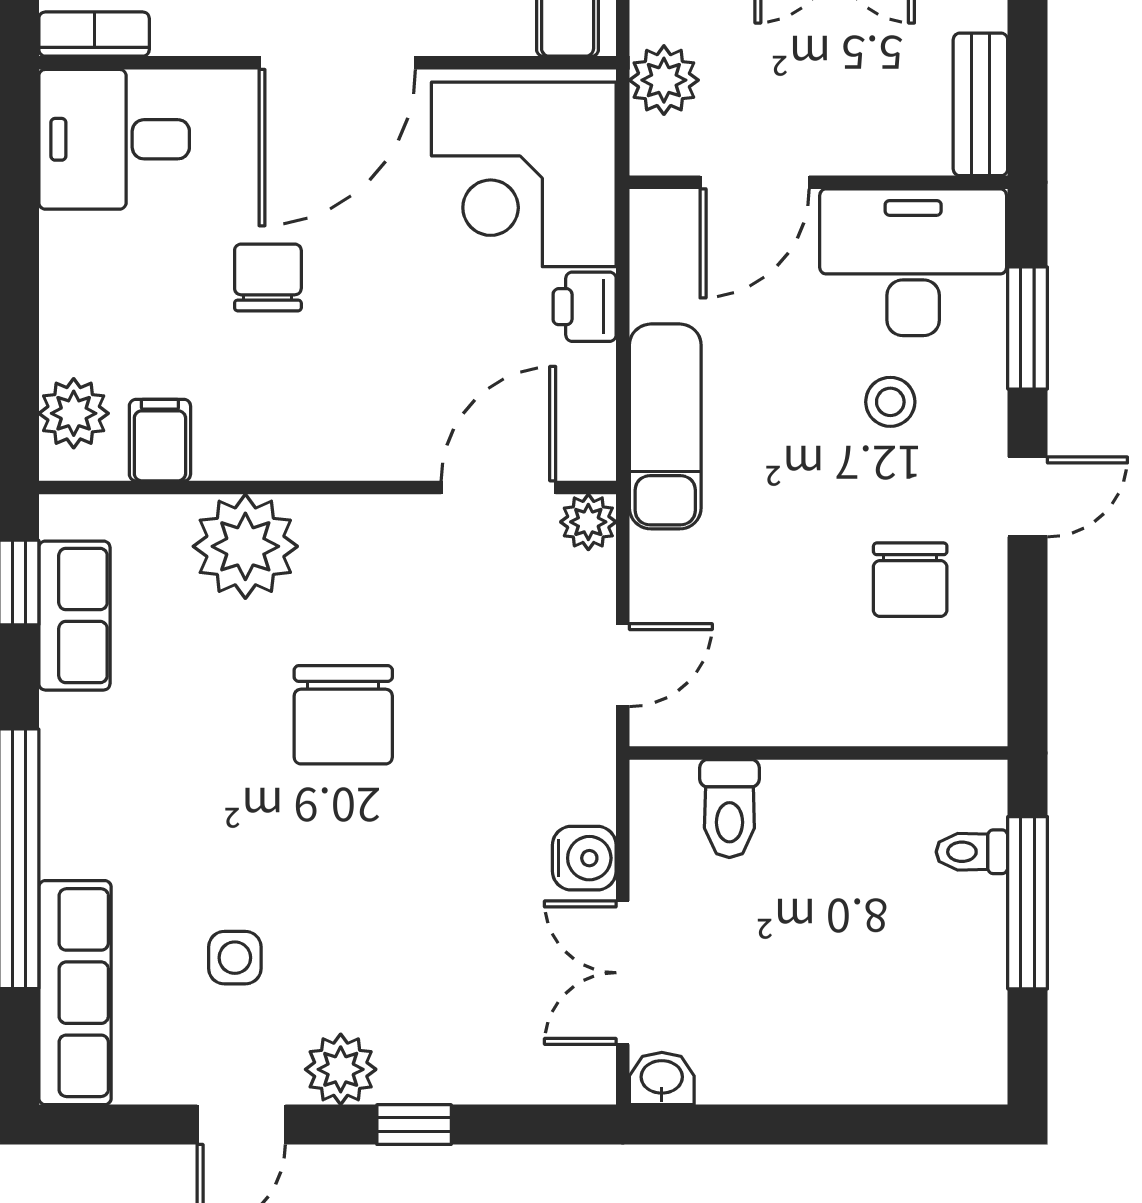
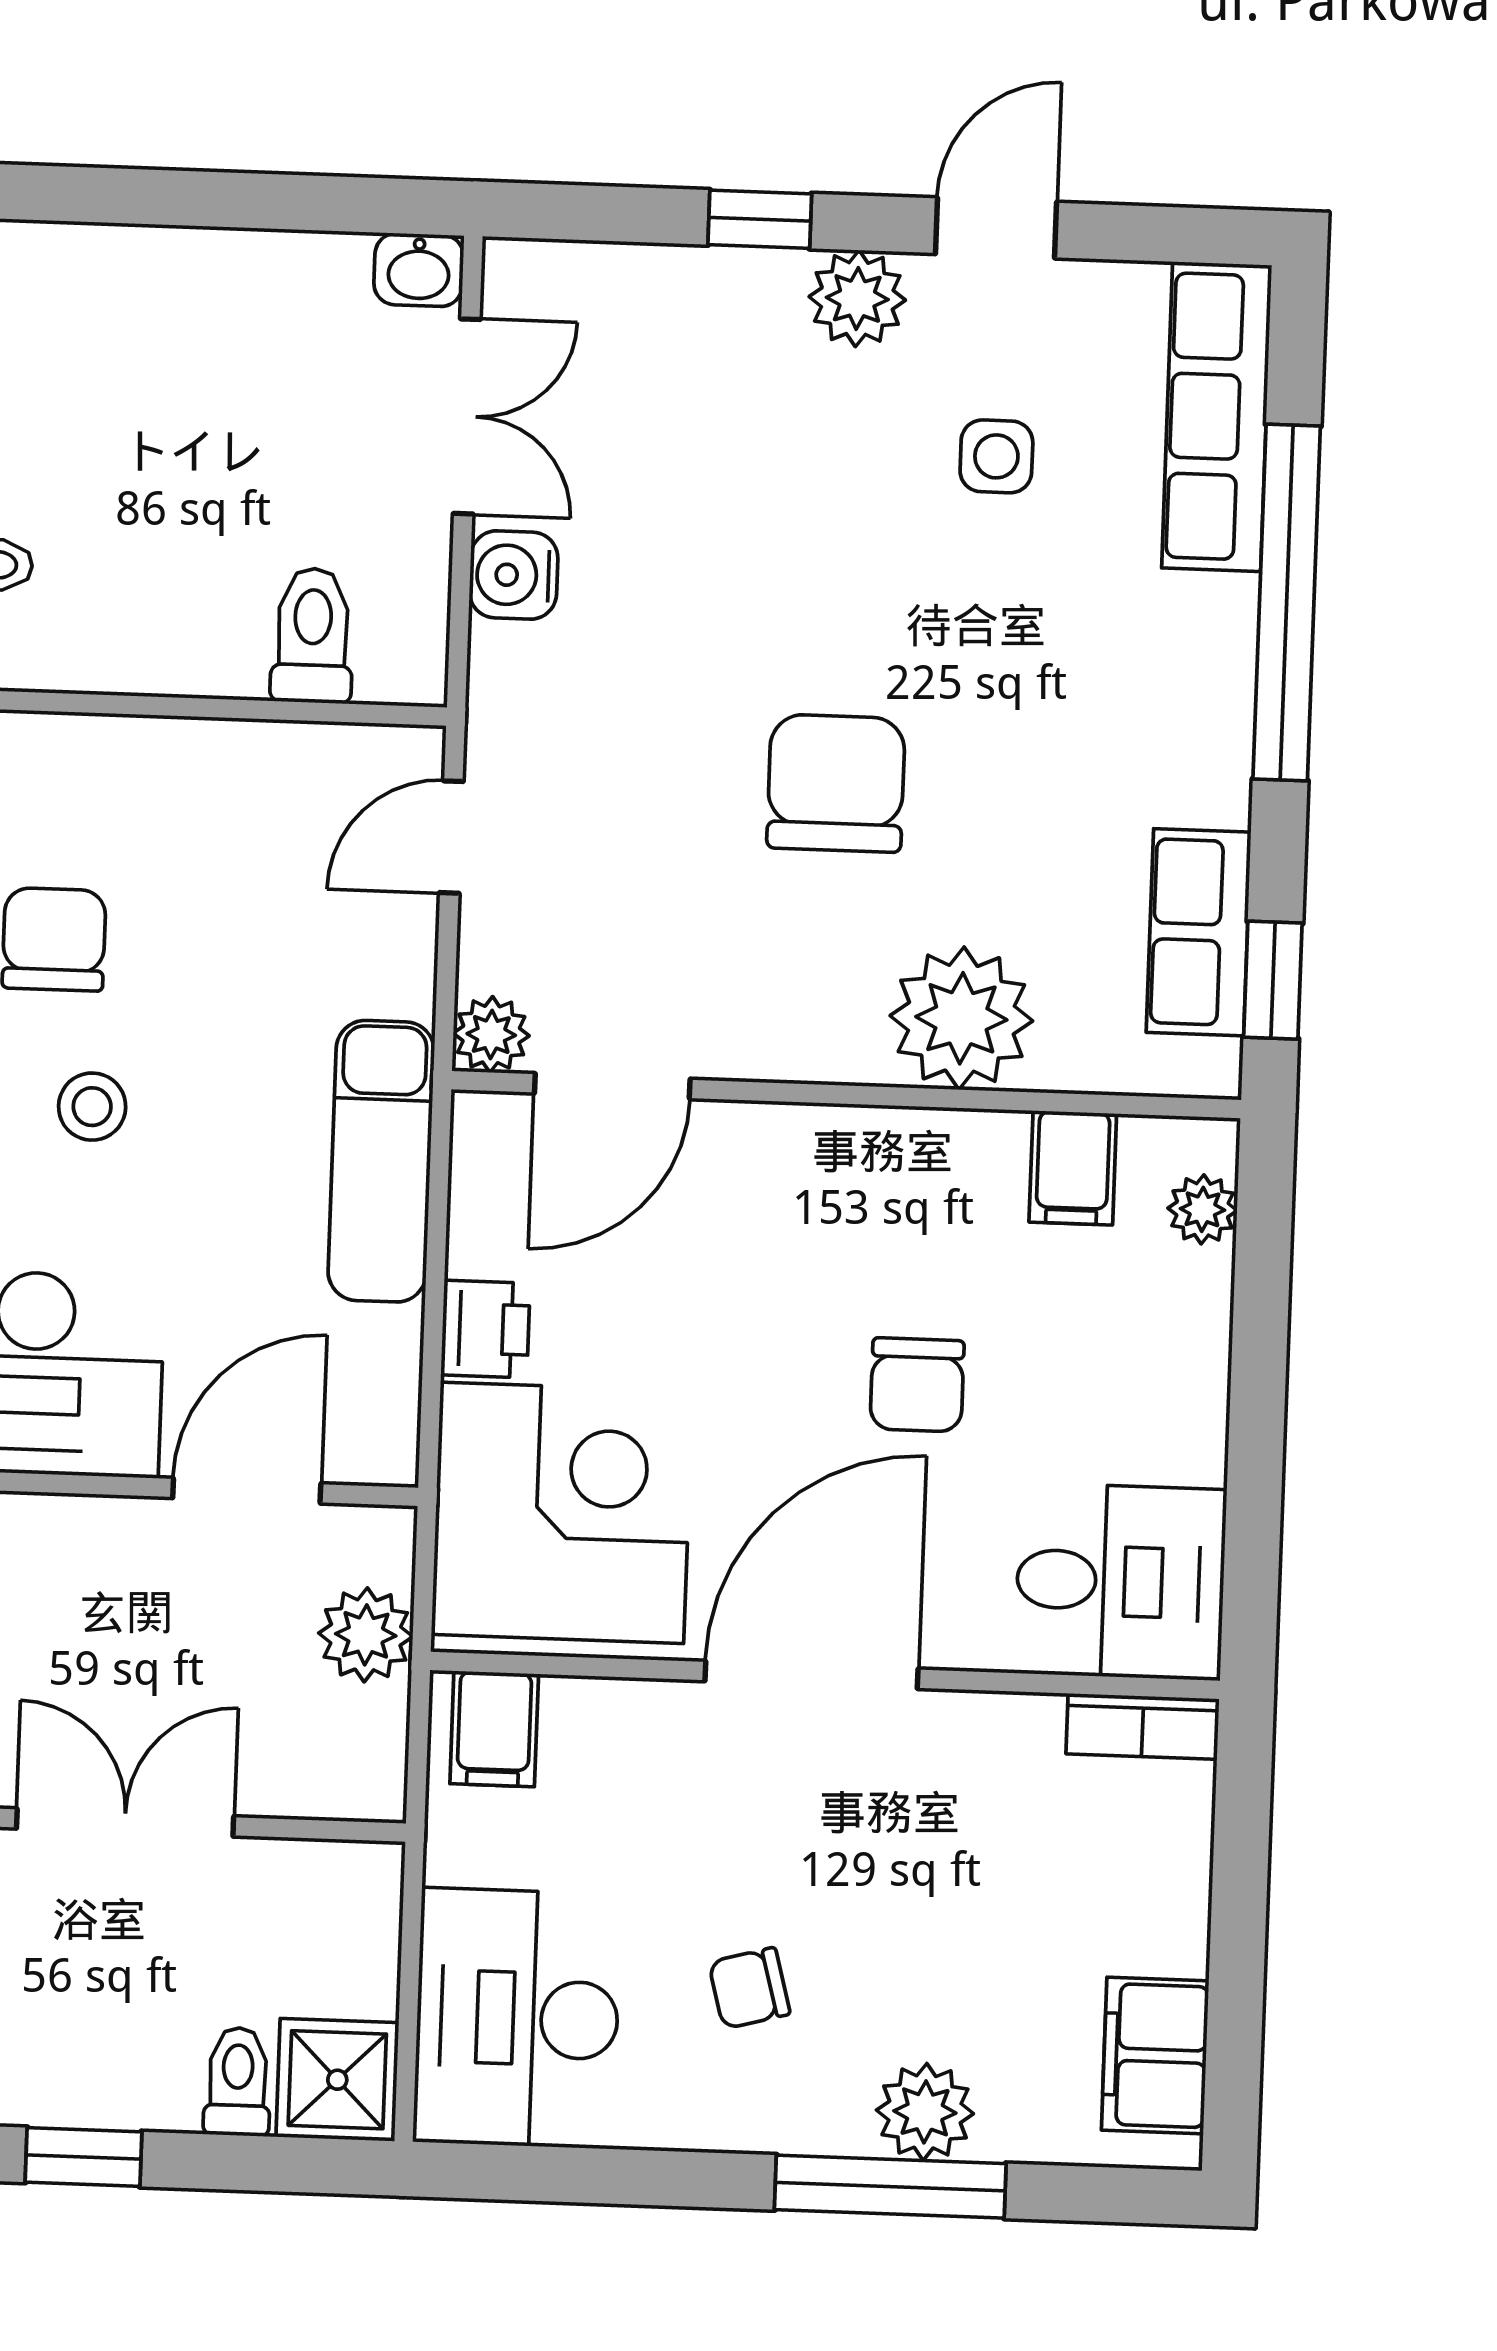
stool: (890, 402) -> (92, 1107), moved
plant: (74, 413) -> (1202, 1209), width x0.73, depth x0.73

